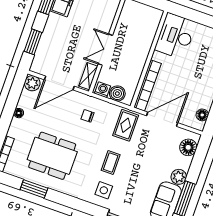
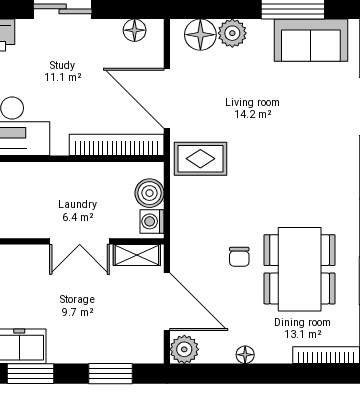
chair: (87, 116) -> (239, 257), moved
coffee table: (111, 163) -> (275, 162), removed
plant: (179, 177) -> (232, 33), moved
side table: (104, 190) -> (328, 157), removed

